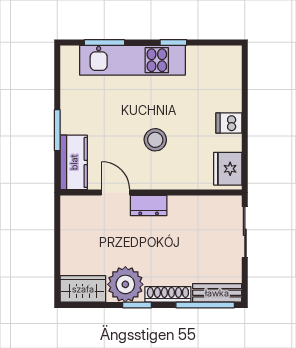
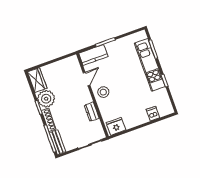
dishwasher: (229, 123) -> (153, 114), moved
stool: (155, 140) -> (103, 92), moved
dresser: (149, 206) -> (92, 112), moved

